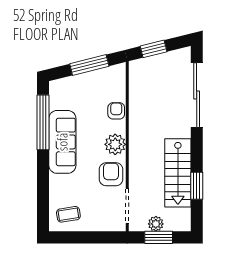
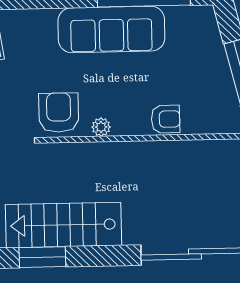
plant: (115, 144) -> (101, 127), width x0.53, depth x0.53
armchair: (111, 174) -> (59, 113), turned -90

